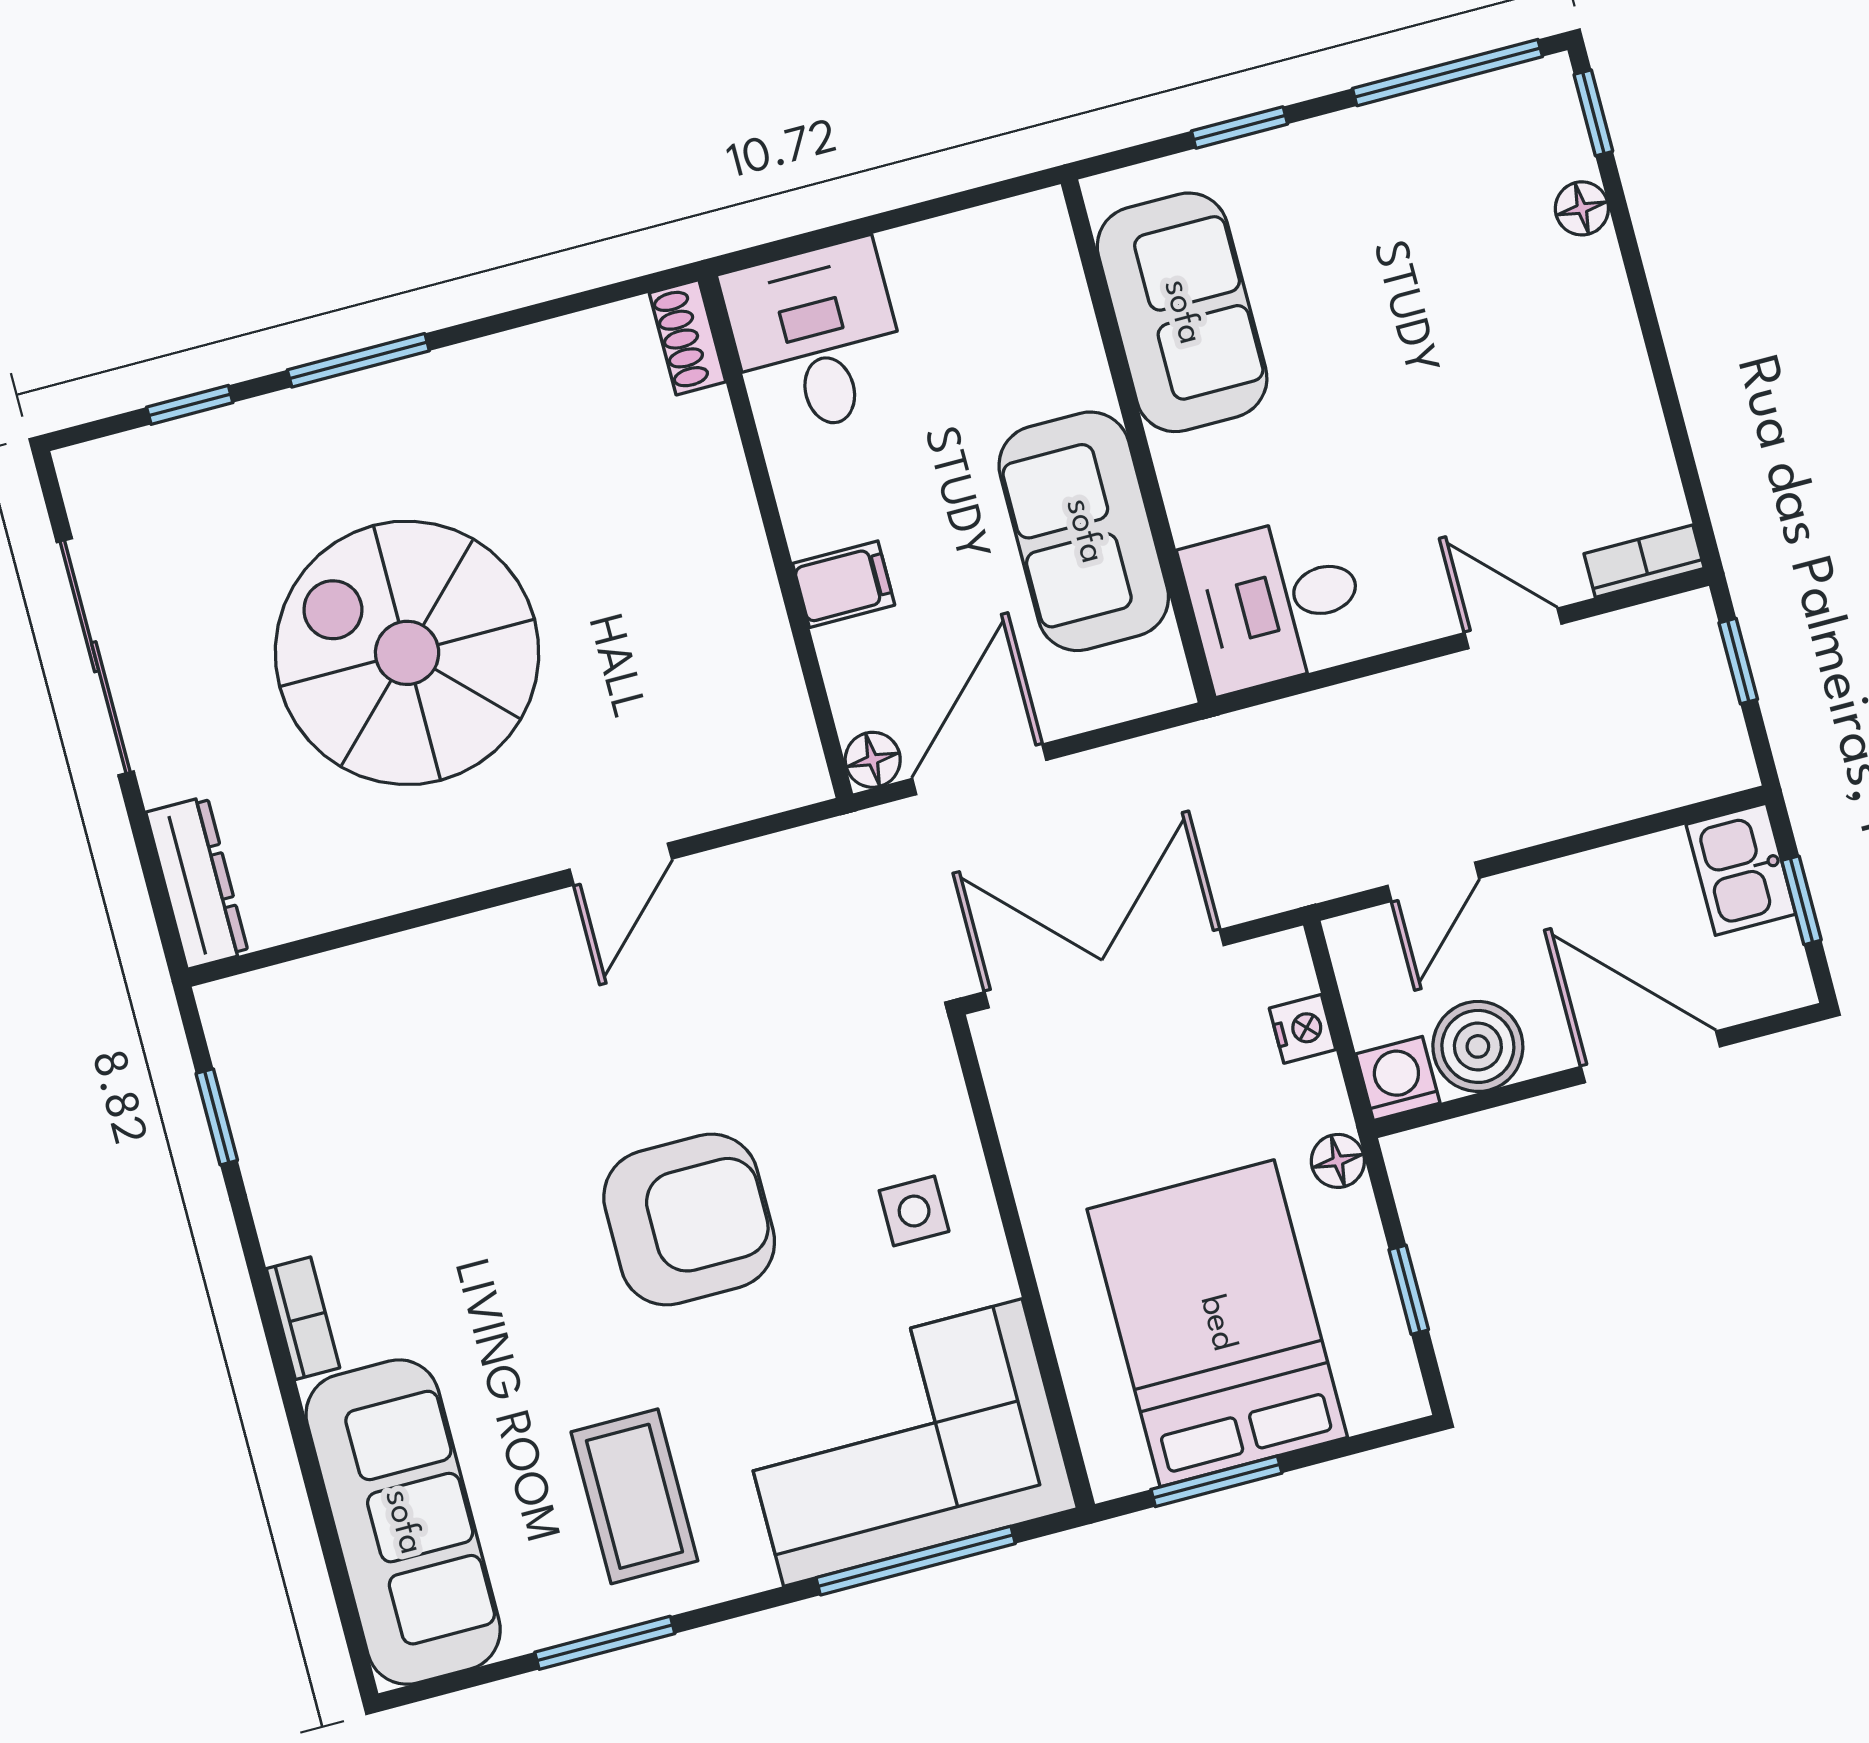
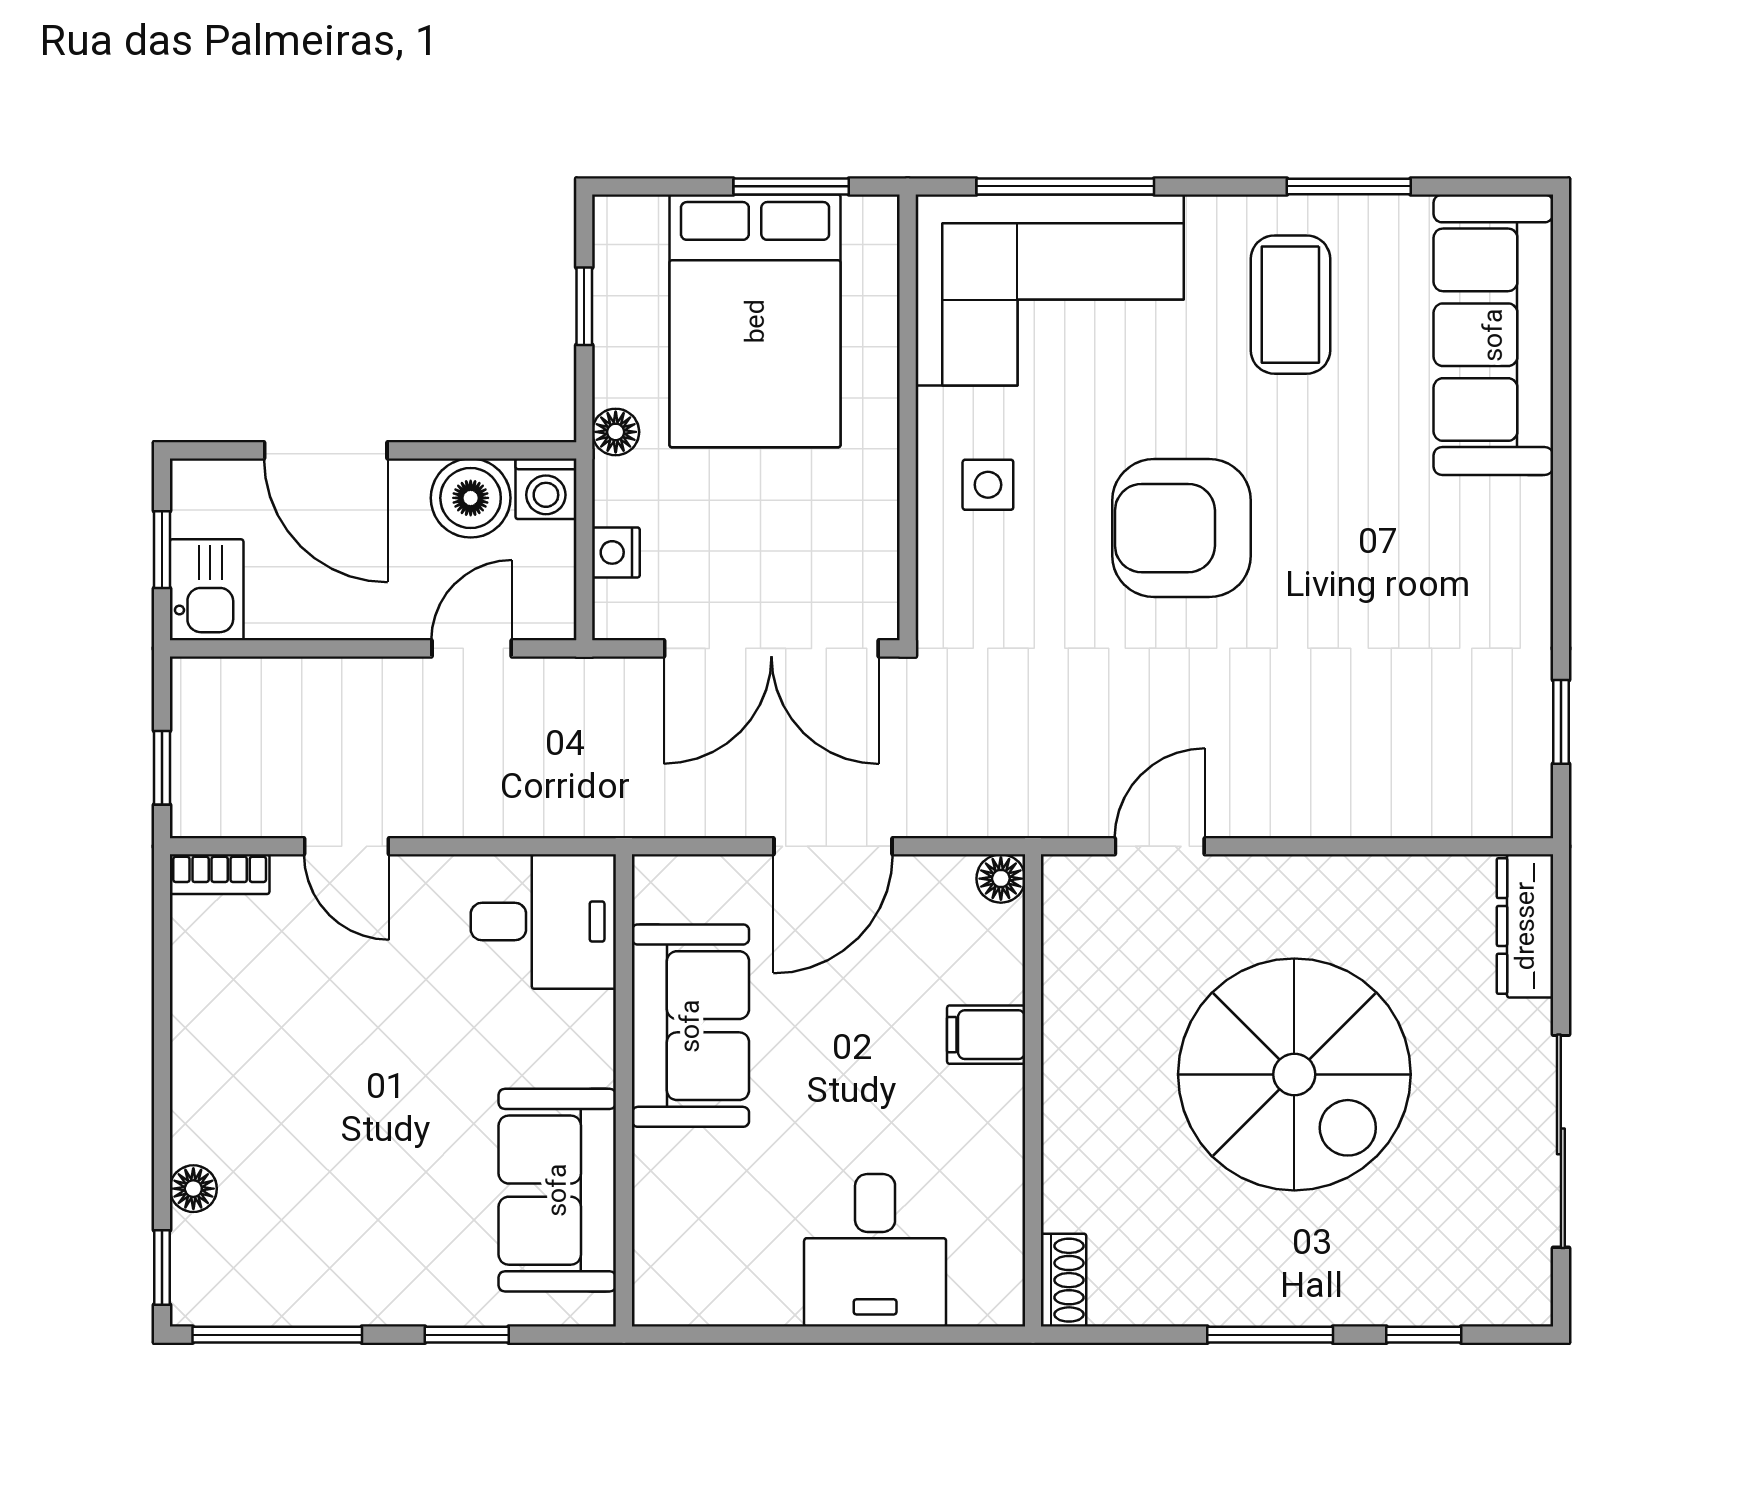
shoe rack: (687, 337) -> (1064, 1280), moved
wall: (776, 537) -> (1033, 1090), moved
filing cabinet: (844, 584) -> (986, 1035), moved
floor lamp: (873, 760) -> (1001, 879), moved
bookcase: (303, 1318) -> (1533, 531), removed

